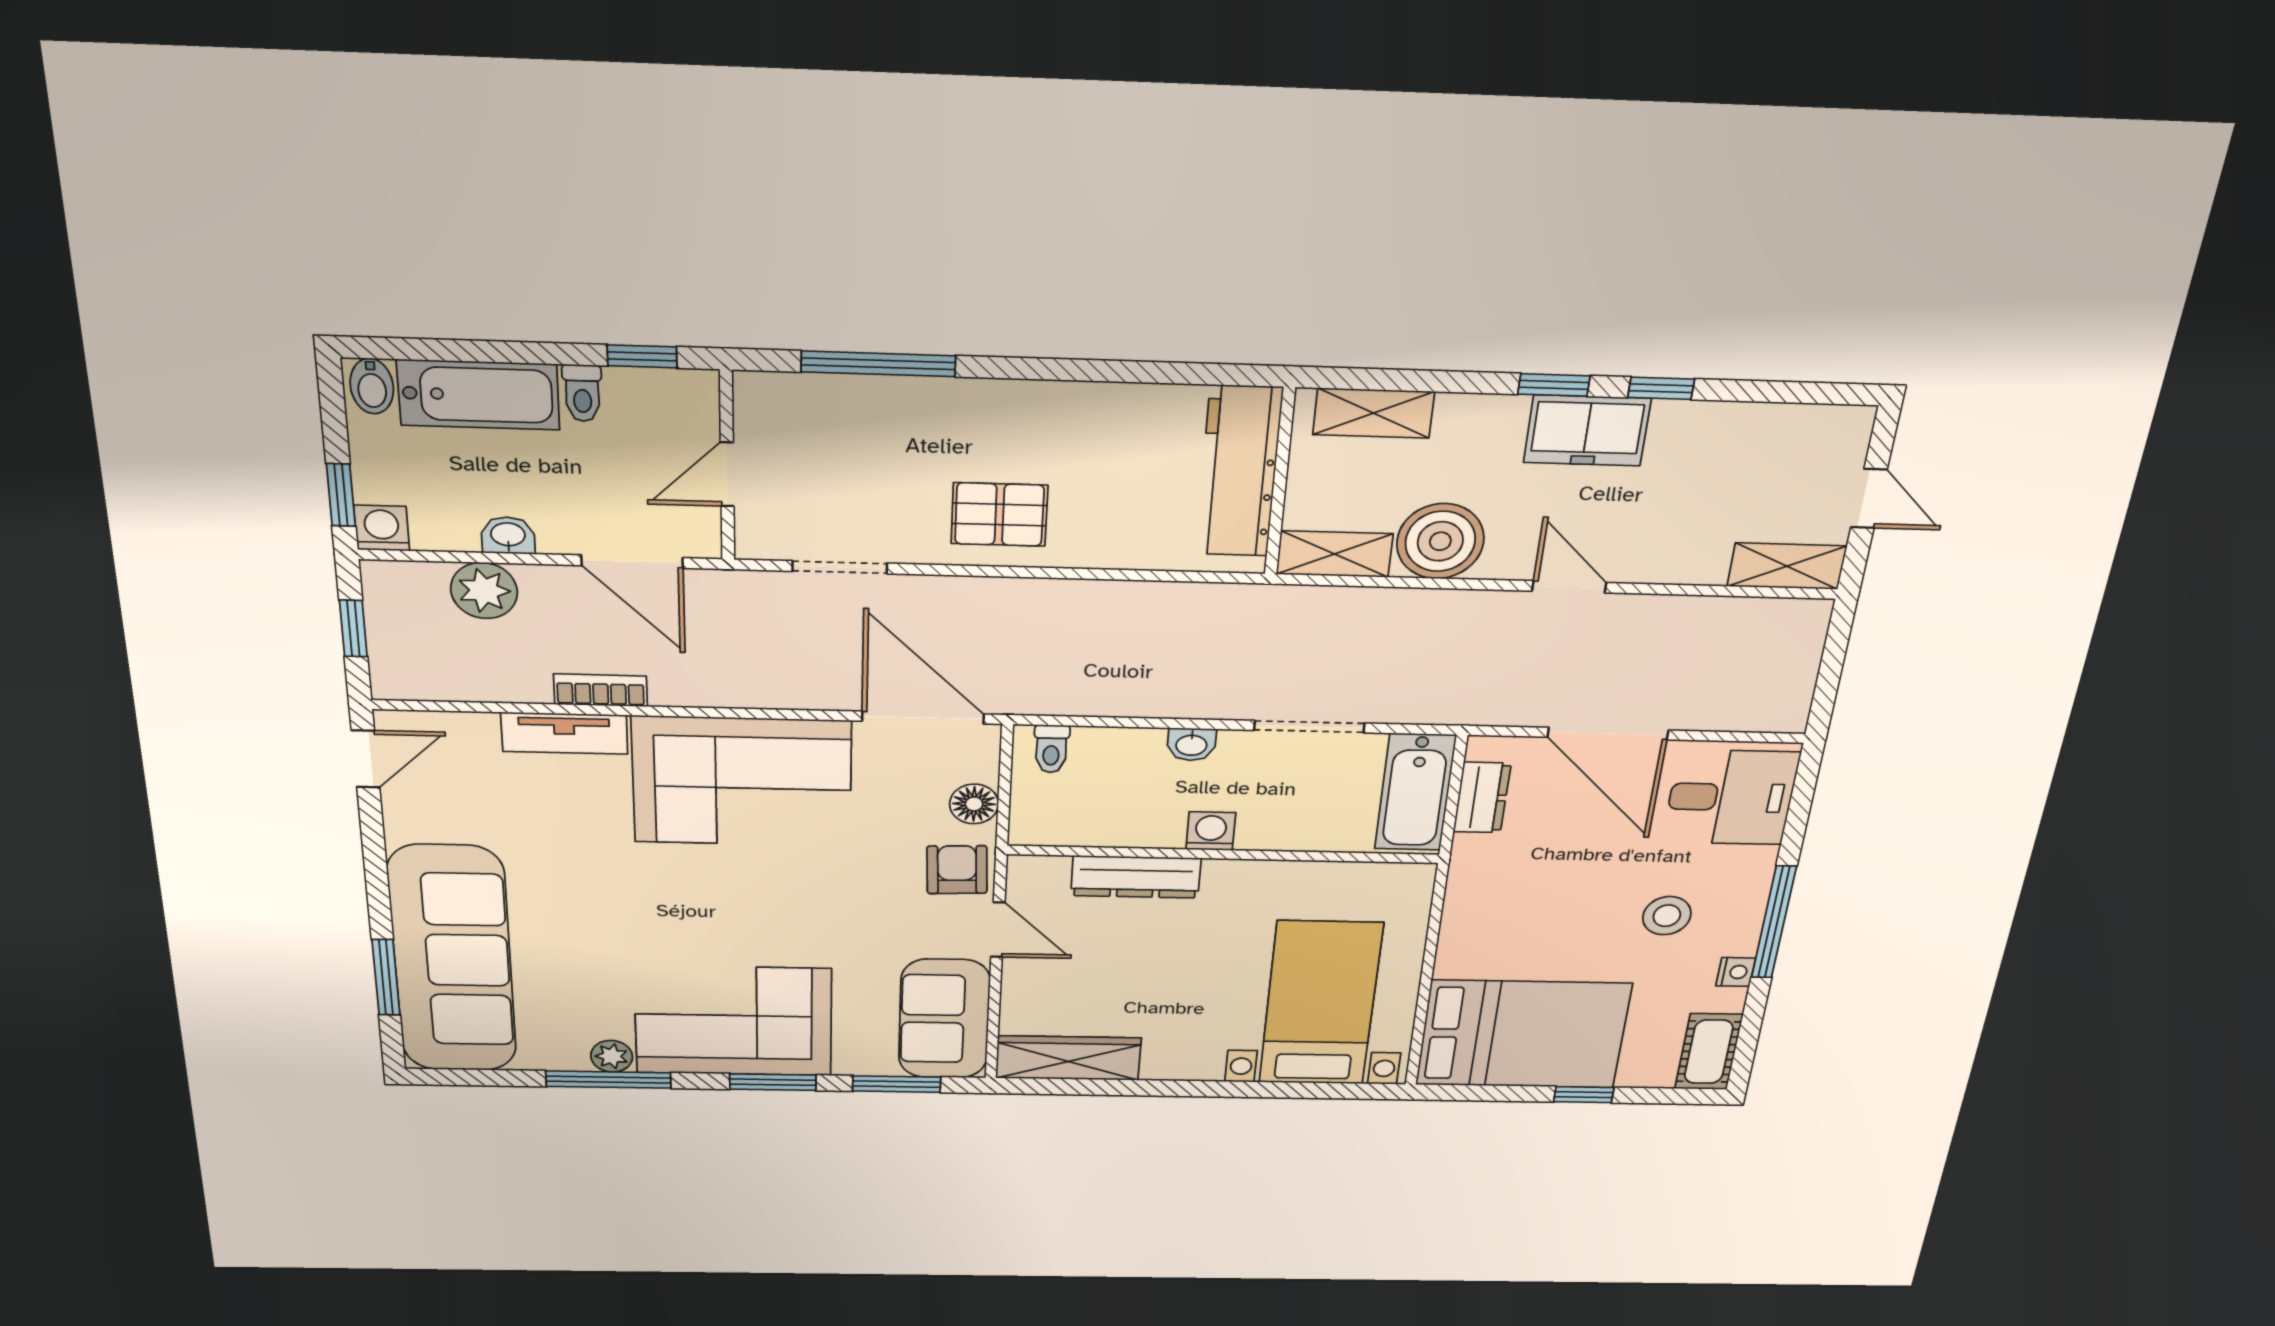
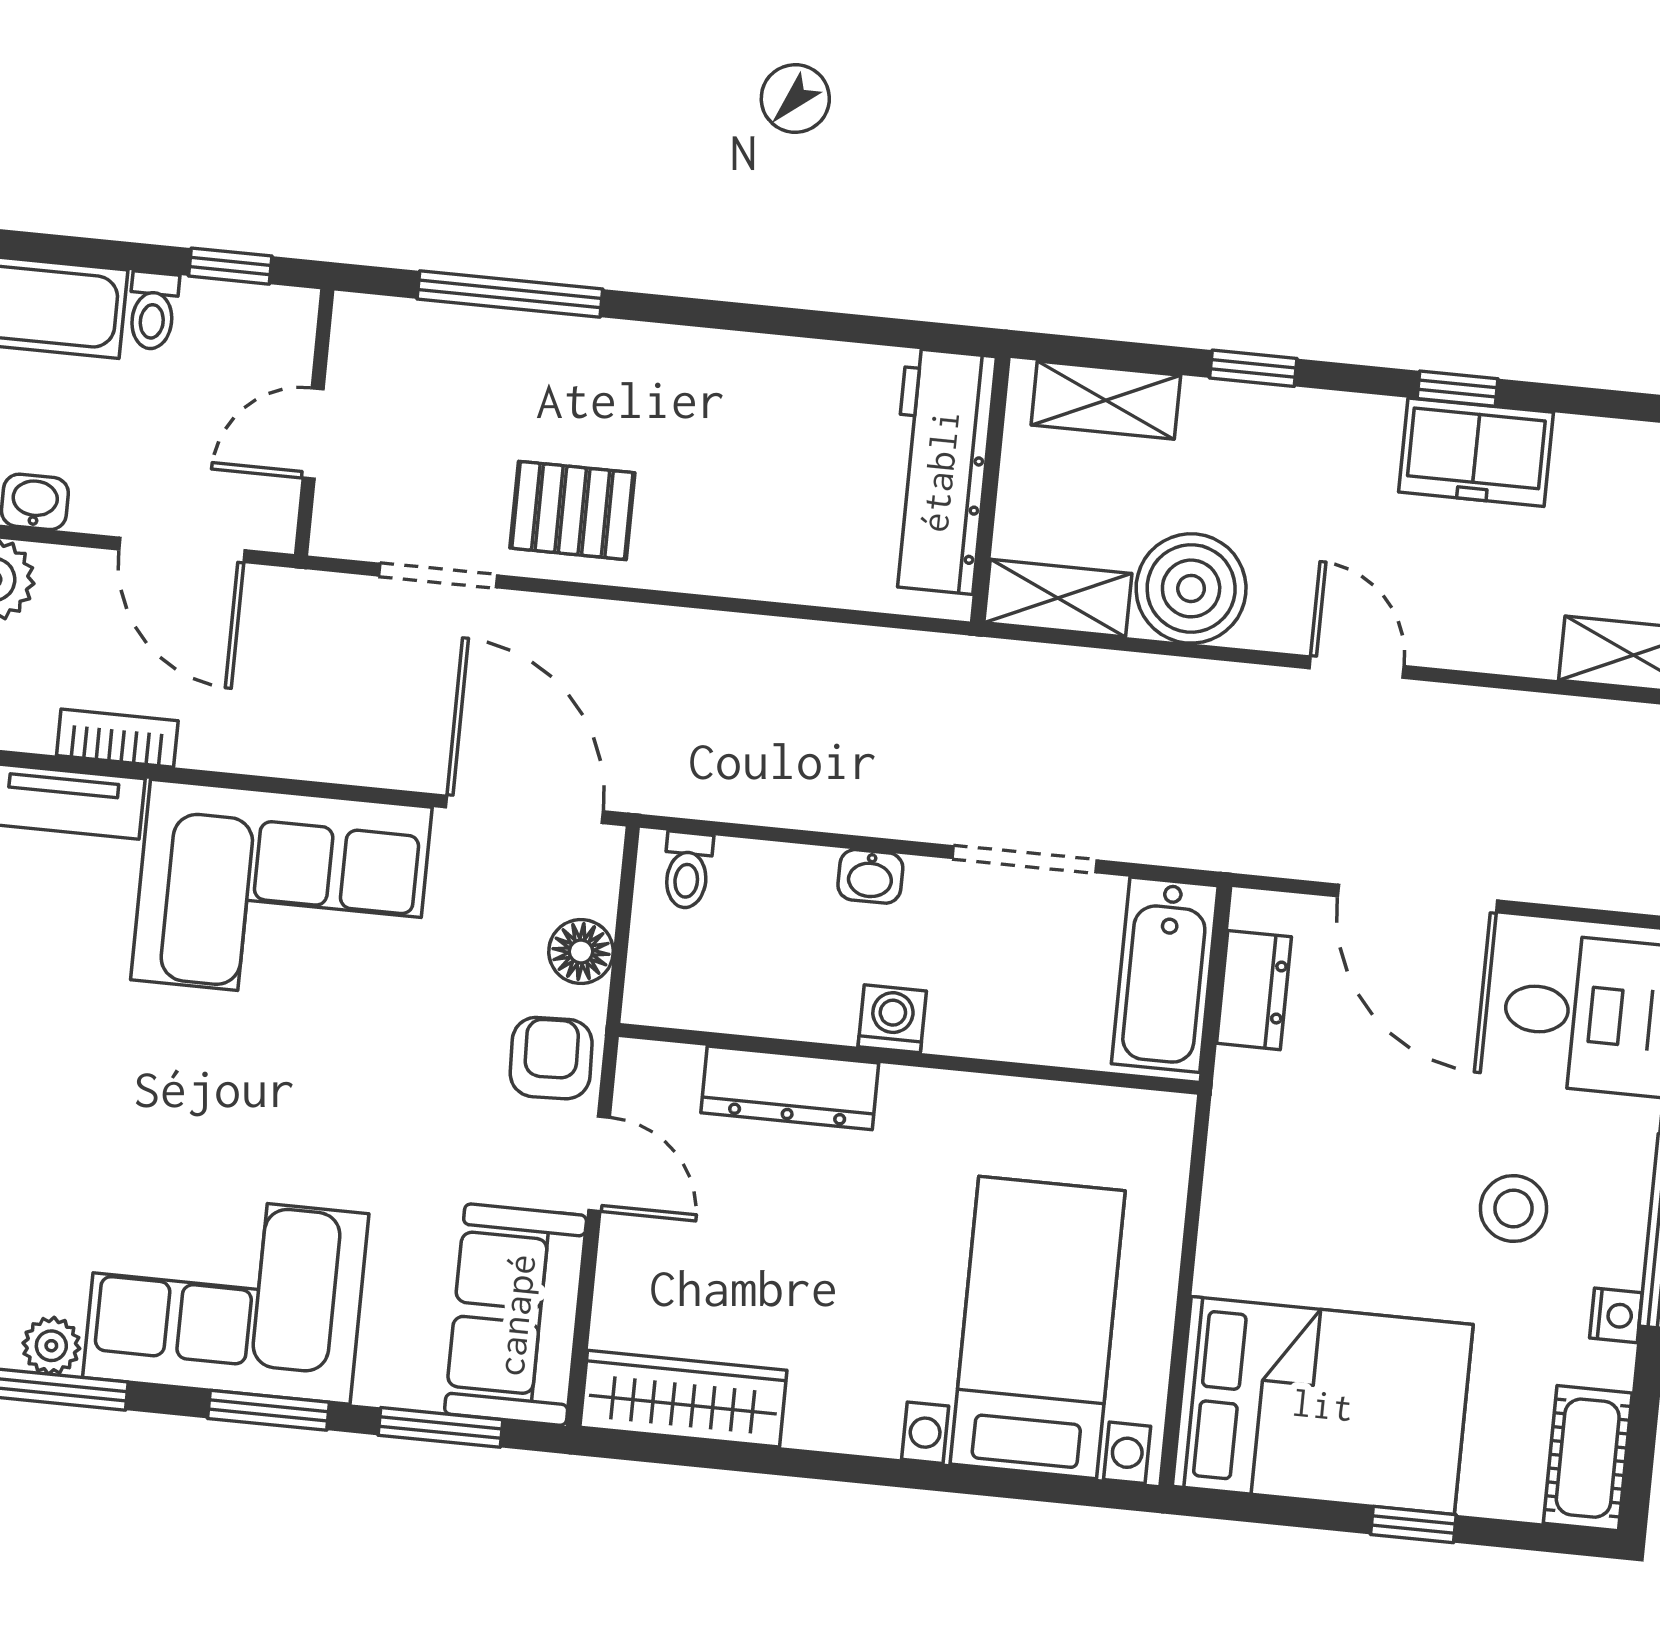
window: (1554, 385) -> (1253, 368), moved
freezer: (1587, 430) -> (1476, 452), moved
pallet: (999, 514) -> (572, 510), moved

